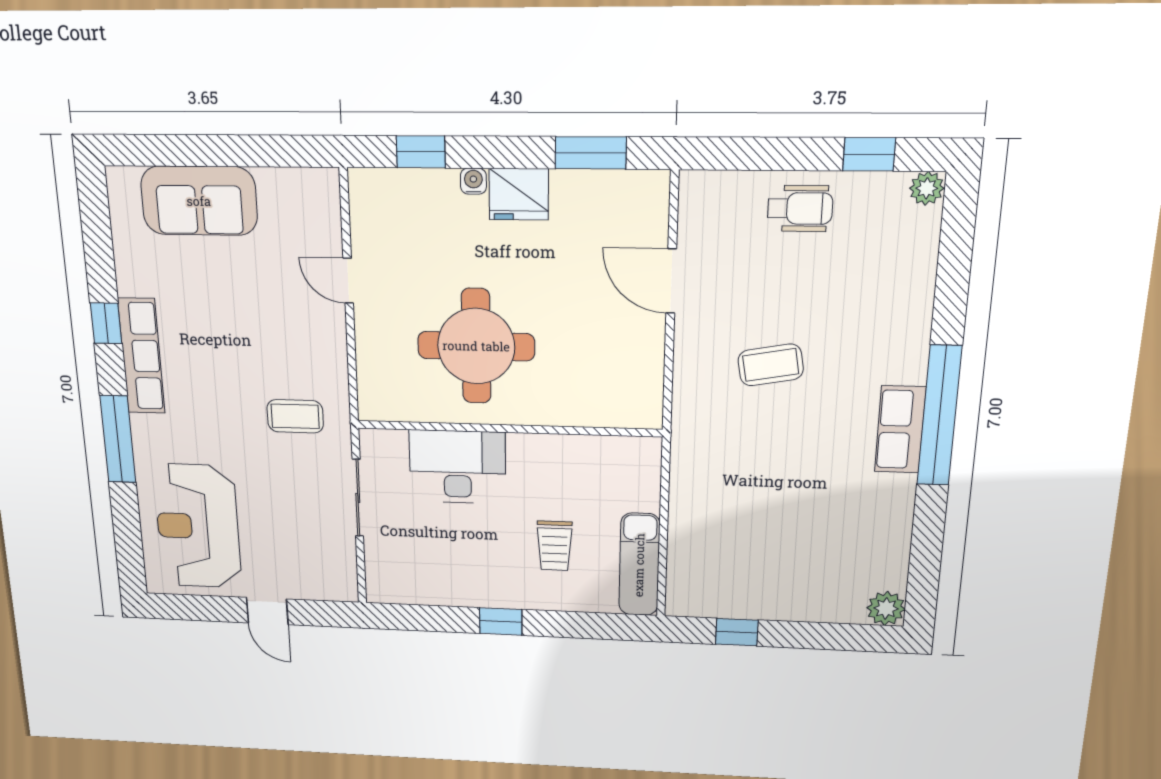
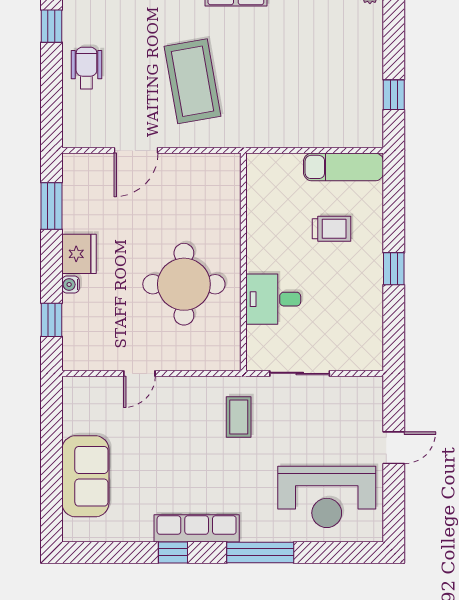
coffee table: (771, 365) -> (193, 81), width x1.86, depth x1.72
desk: (457, 467) -> (273, 299), width x0.73

